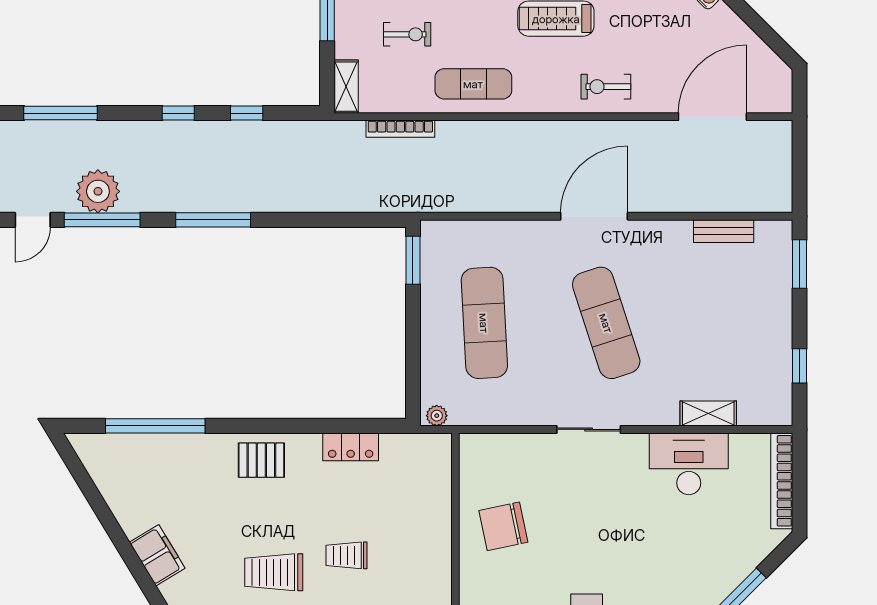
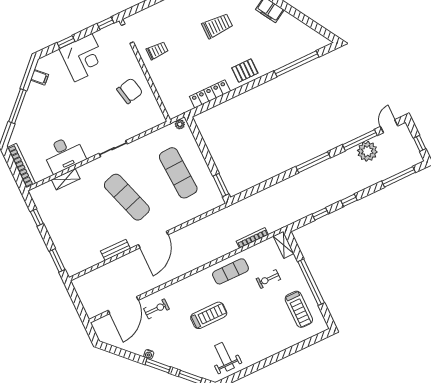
exercise bike: (606, 87) -> (157, 309), moved
bench: (724, 231) -> (115, 250), moved
locker: (351, 447) -> (210, 94), width x1.53
trolley: (346, 555) -> (157, 51), moved

